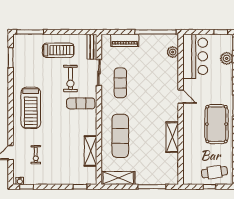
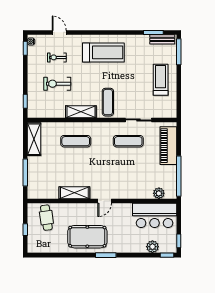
piano: (125, 40) -> (168, 146), width x1.37, depth x1.33
bench: (92, 47) -> (162, 39), moved
treadmill: (58, 50) -> (161, 80), turned 180
exercise bike: (70, 79) -> (57, 84), moved
door: (181, 97) -> (105, 201), moved
treadmill: (31, 108) -> (103, 52), turned 180
exercise mat: (120, 136) -> (76, 141), width x0.73, depth x0.69
shelving: (91, 151) -> (81, 112), moved
cafe table: (214, 172) -> (46, 218), moved

